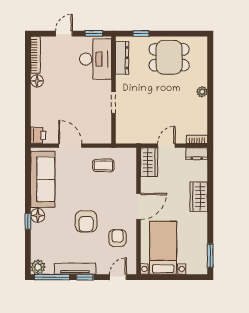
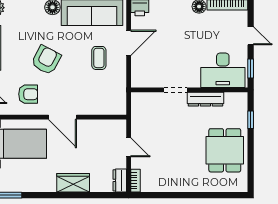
dresser: (122, 58) -> (205, 99), moved
plant: (202, 92) -> (187, 186), removed
wardrobe: (149, 162) -> (111, 129), removed
coffee table: (103, 165) -> (99, 58), moved
armchair: (86, 221) -> (46, 60), turned 118

